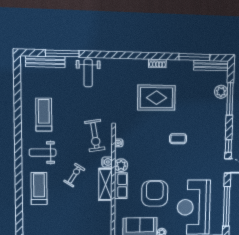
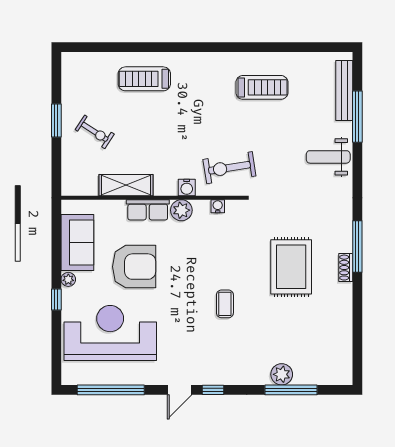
window: (194, 57) -> (357, 247), moved
bench: (211, 65) -> (345, 356), removed
plant: (221, 92) -> (282, 374), moved
weight bench: (43, 153) -> (202, 85), removed
exercise bike: (74, 175) -> (95, 132), moved
shelving: (105, 184) -> (126, 185), moved
treadmill: (39, 188) -> (144, 79), turned 180

